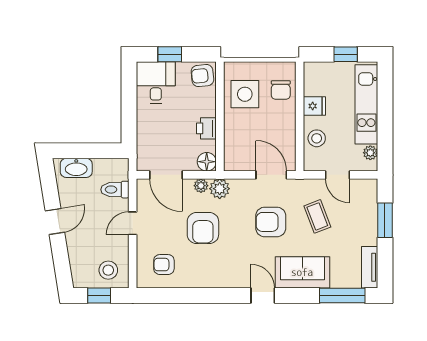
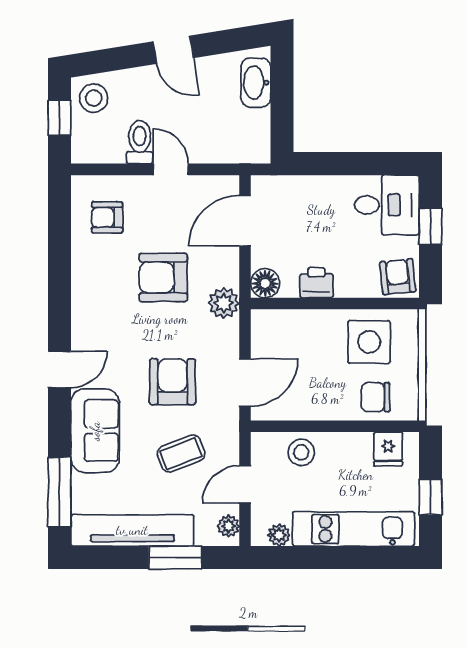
fridge: (314, 106) -> (388, 449), moved
plant: (201, 186) -> (228, 526), moved
toilet: (115, 190) -> (140, 142), moved
armchair: (164, 265) -> (107, 217), turned -90
tv unit: (370, 267) -> (132, 530), width x1.92, depth x1.29
stool: (108, 270) -> (94, 98), moved

